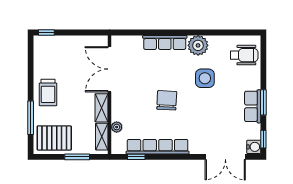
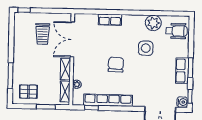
row of seats: (165, 42) -> (110, 20), width x0.68
plant: (198, 45) -> (153, 23), moved
trolley: (48, 92) -> (43, 34), moved
pallet: (54, 138) -> (28, 92), width x0.67, depth x0.71

